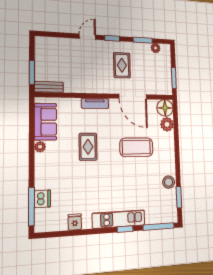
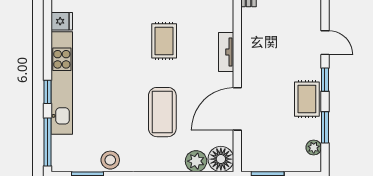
rug: (122, 65) -> (307, 99), moved, turned 90
rug: (88, 147) -> (164, 41), turned 90
kitchen unit: (119, 219) -> (62, 83), width x1.36

